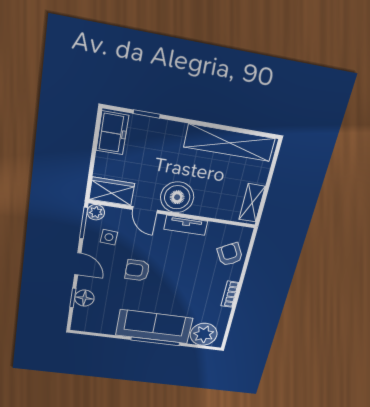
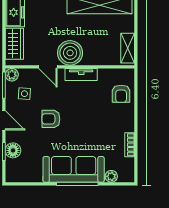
wardrobe: (112, 191) -> (14, 44), moved, turned 90
armchair: (230, 254) -> (121, 94), turned -151
bookcase: (230, 294) -> (130, 145), moved
plant: (204, 334) -> (111, 176), width x0.53, depth x0.53

